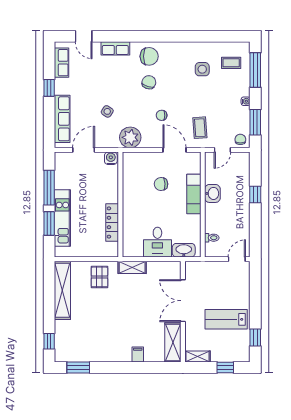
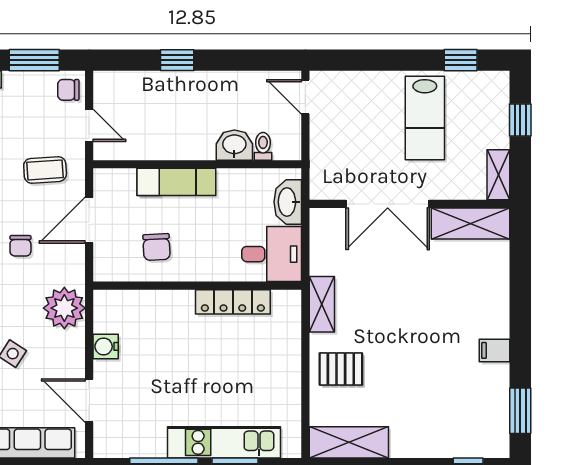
washbasin: (212, 193) -> (234, 145), moved
wall: (120, 205) -> (197, 286), moved
locker: (112, 223) -> (233, 302), moved
shelving: (62, 290) -> (349, 442), width x0.68
filing cabinet: (138, 355) -> (495, 350), moved

